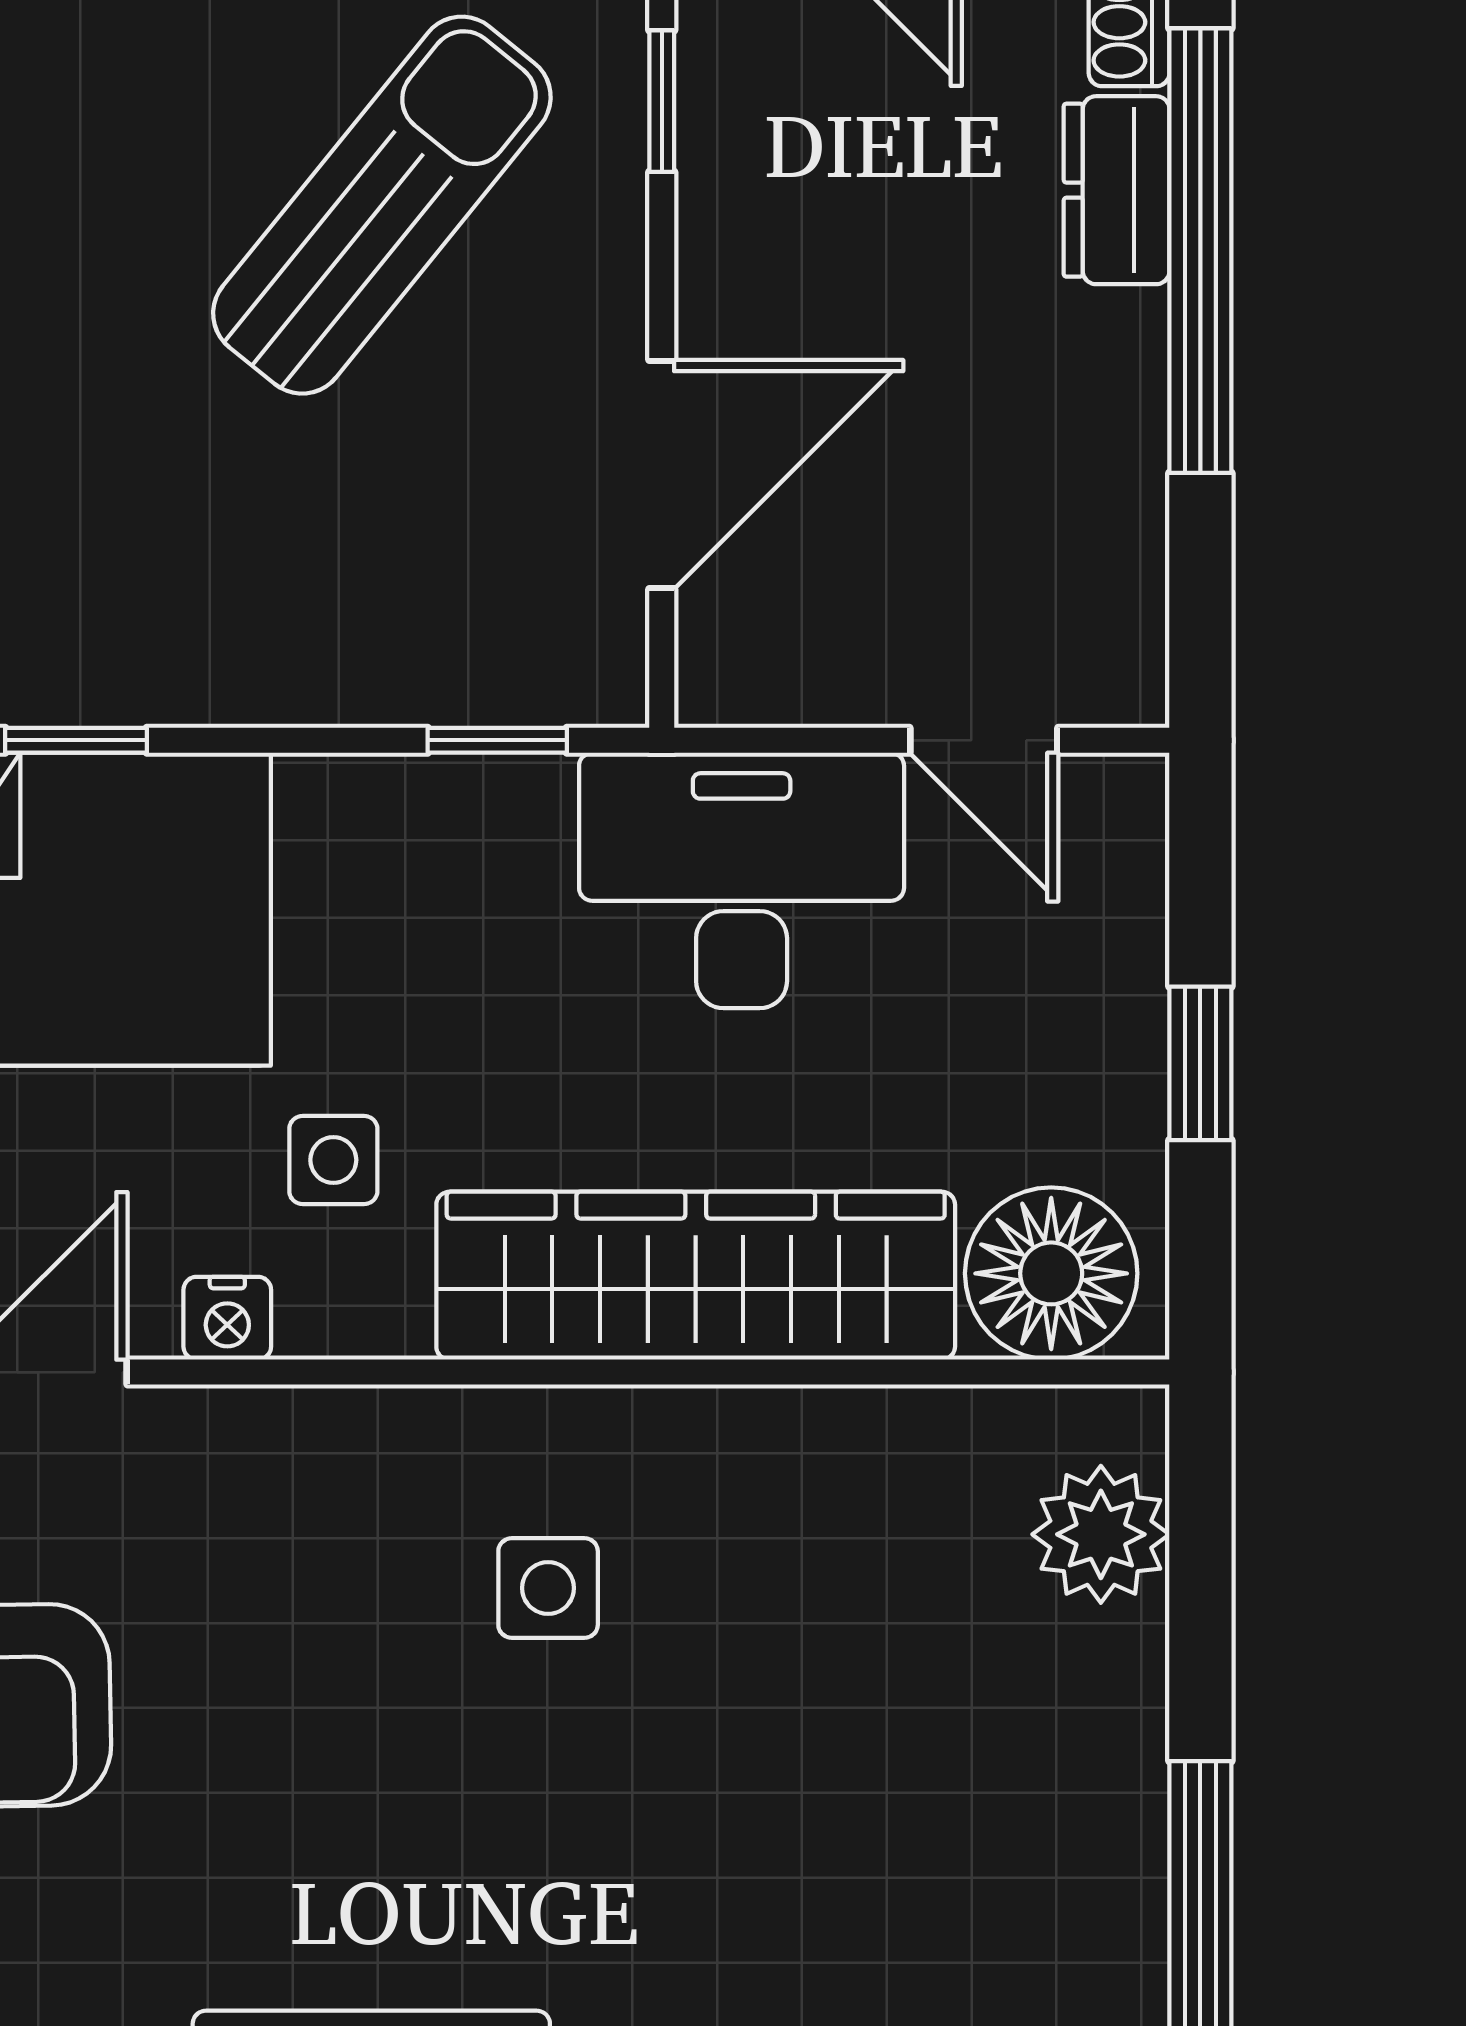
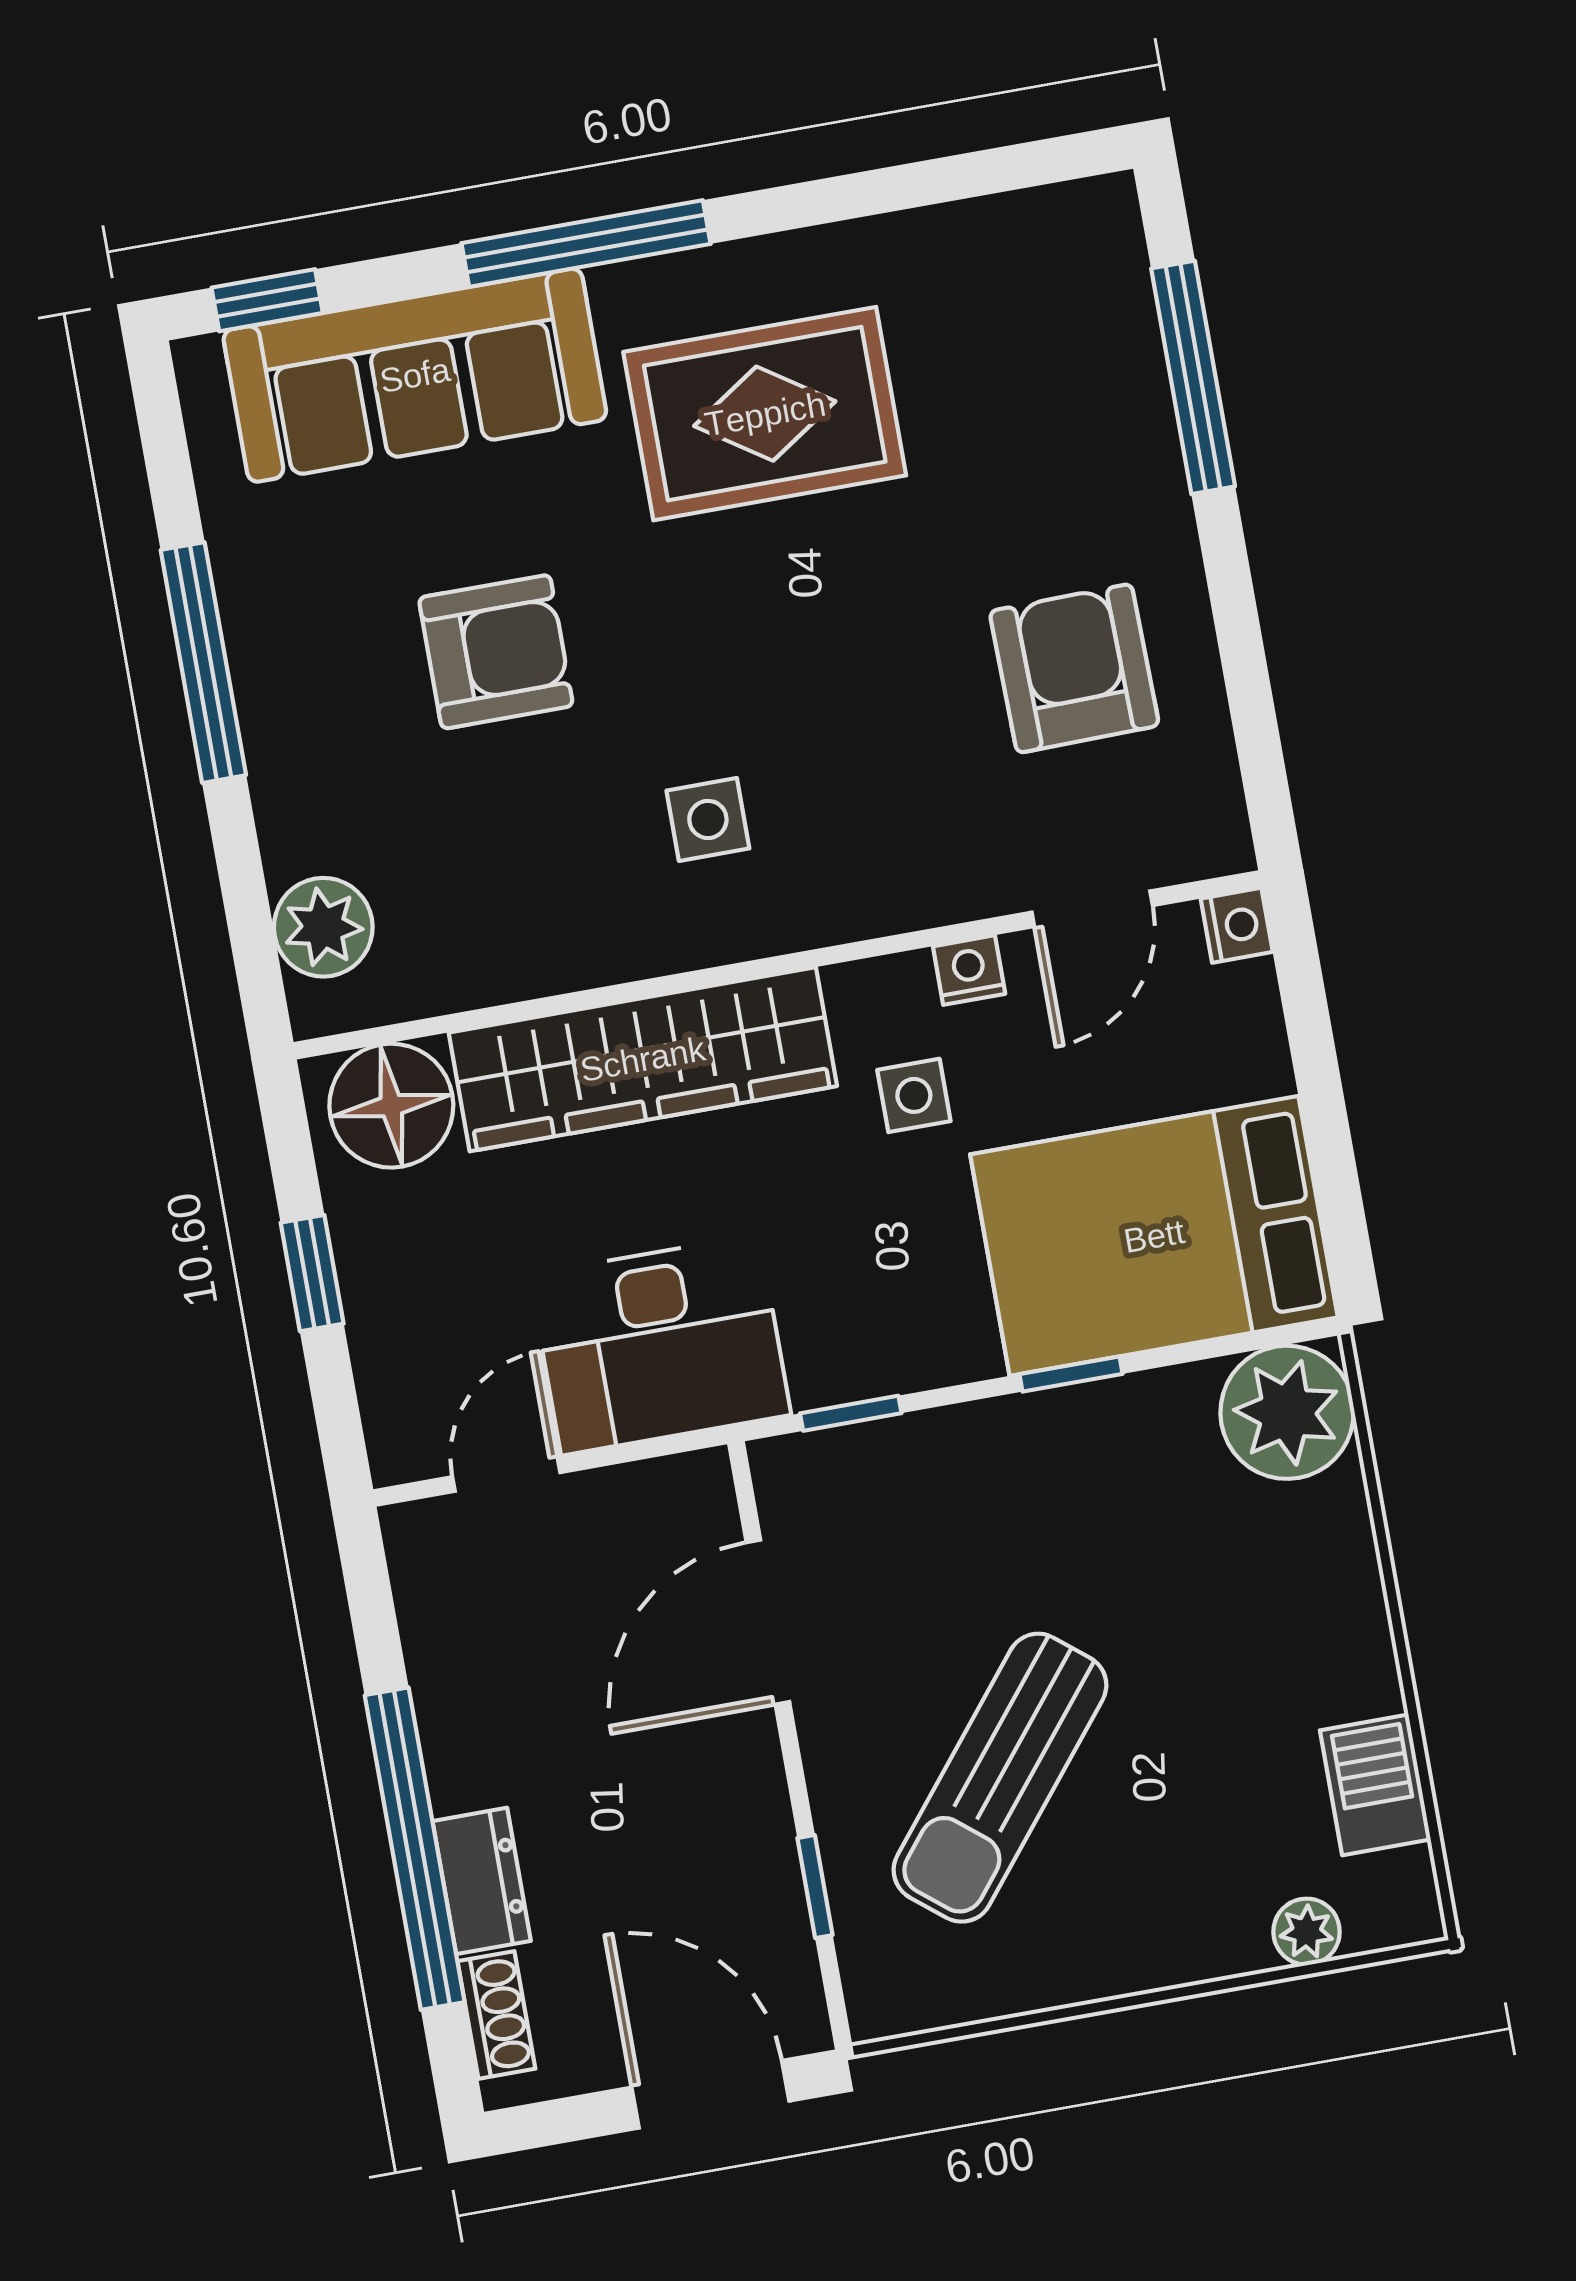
window: (76, 740) -> (1071, 1374), moved
door: (984, 740) -> (506, 1475), hinge flipped
armchair: (797, 1869) -> (496, 652), added

